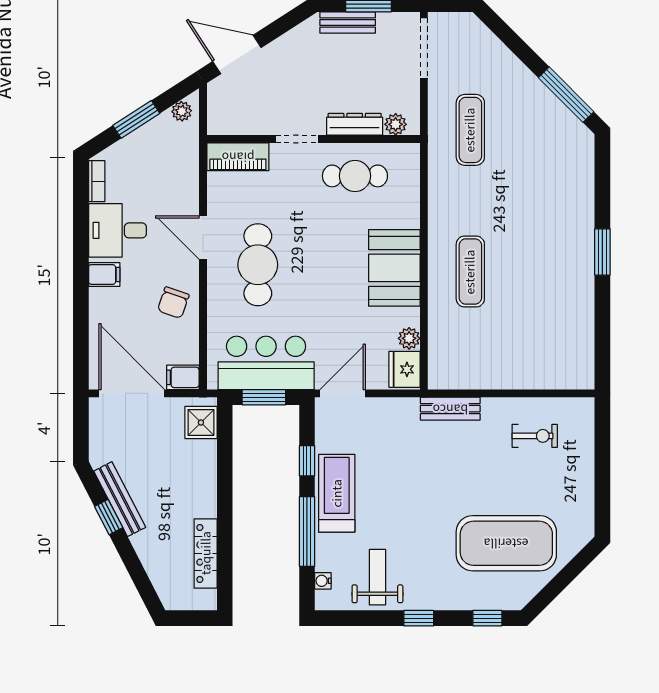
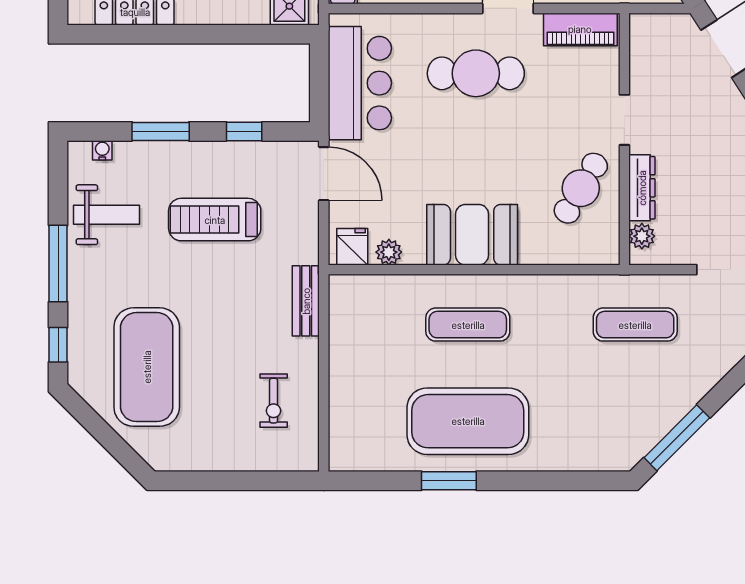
piano: (238, 157) -> (580, 29), moved, turned -90
cafe table: (355, 176) -> (581, 188), turned 31
window: (602, 252) -> (449, 481), moved
exercise mat: (552, 272) -> (468, 421), added
fridge: (404, 369) -> (352, 247), width x0.72
window: (264, 397) -> (319, 81), removed
treadmill: (337, 493) -> (215, 220), moved, turned 180
window: (307, 531) -> (161, 131), width x0.69
window: (419, 618) -> (58, 264), width x2.17

